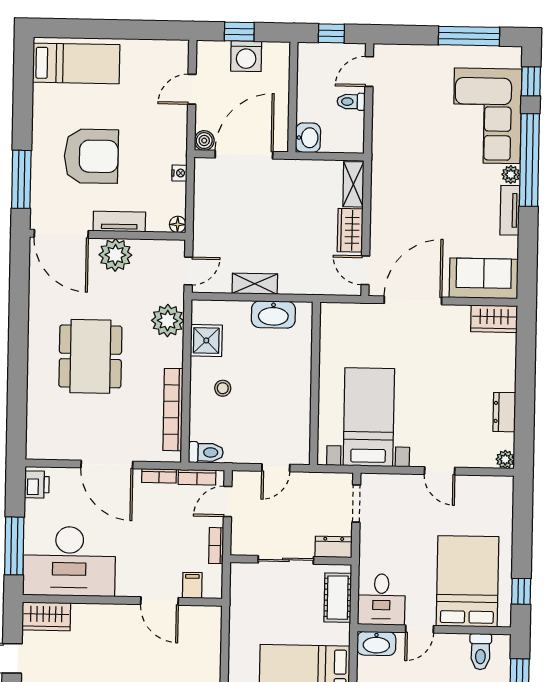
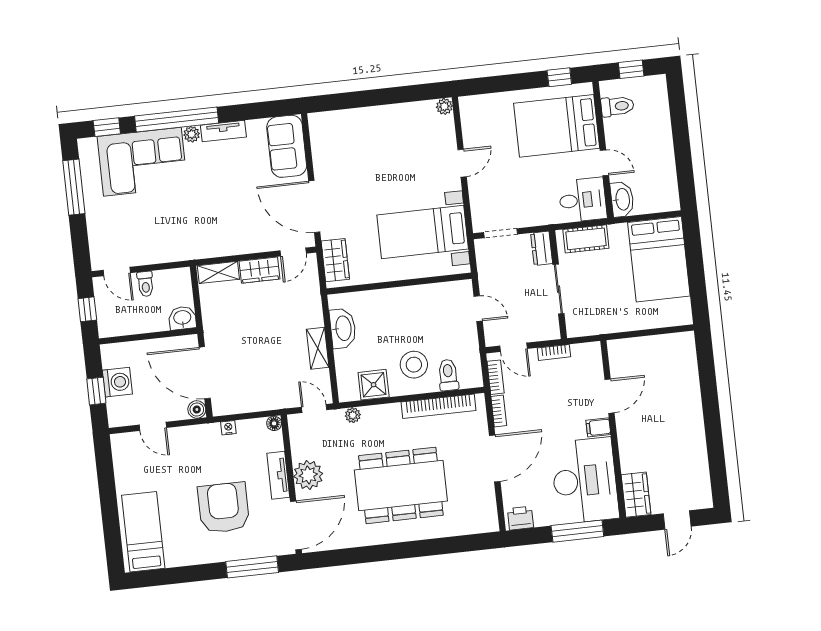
wardrobe: (494, 319) -> (335, 260), moved
plant: (168, 321) -> (353, 415), width x0.53, depth x0.53
dining table: (90, 356) -> (401, 485), width x1.36, depth x1.24
stool: (223, 388) -> (414, 365), width x1.89, depth x1.89
dresser: (504, 412) -> (403, 113), removed
toilet: (206, 452) -> (448, 375), moved
filing cabinet: (192, 585) -> (598, 427), moved

